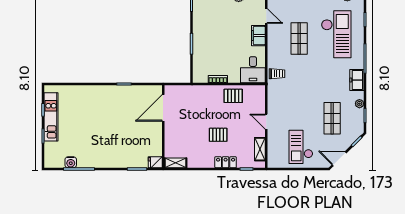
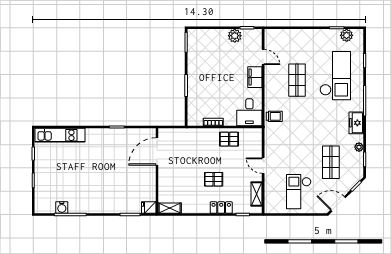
kitchen unit: (51, 117) -> (60, 135), moved, turned 90

